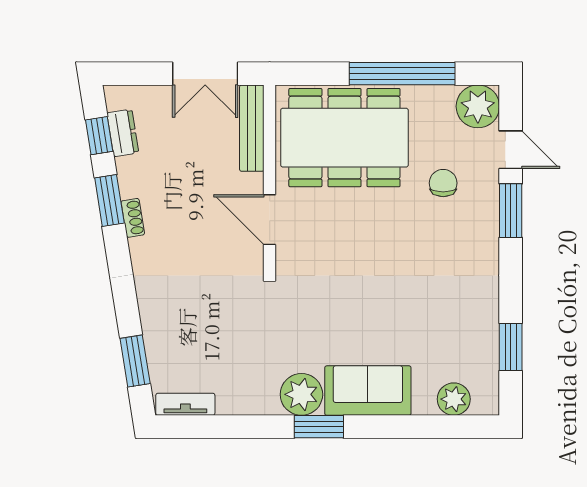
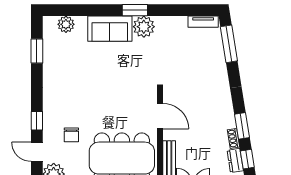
window: (511, 211) -> (37, 121), width x0.67
shoe rack: (133, 218) -> (233, 138), moved
window: (135, 361) -> (229, 44), width x1.44

